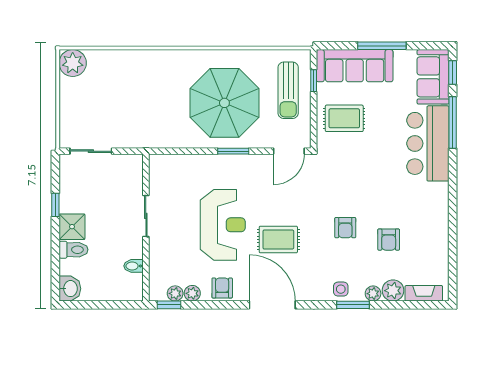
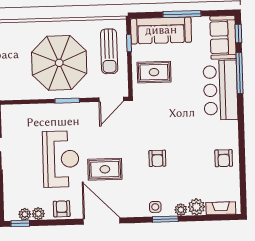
armchair: (389, 240) -> (224, 158), moved

